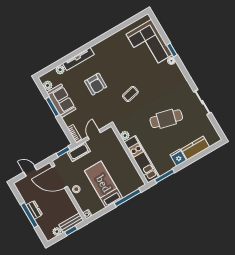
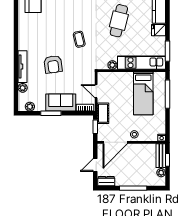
armchair: (96, 84) -> (53, 64), turned 82
sofa: (61, 101) -> (61, 102), moved
bed: (103, 184) -> (143, 93), moved, turned -90
dresser: (34, 210) -> (106, 181), moved

